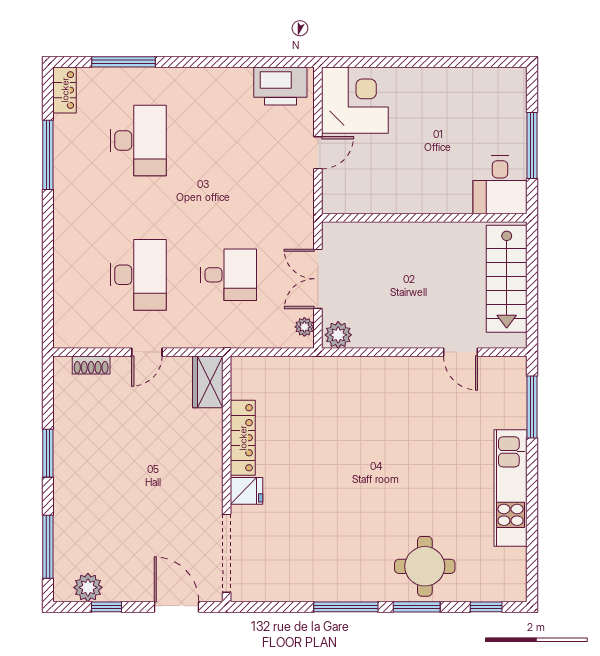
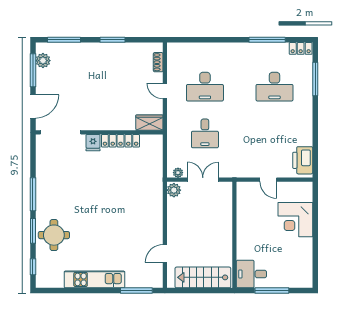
corner desk: (355, 100) -> (295, 220), moved, turned 90
window: (107, 607) -> (33, 70), width x2.17

